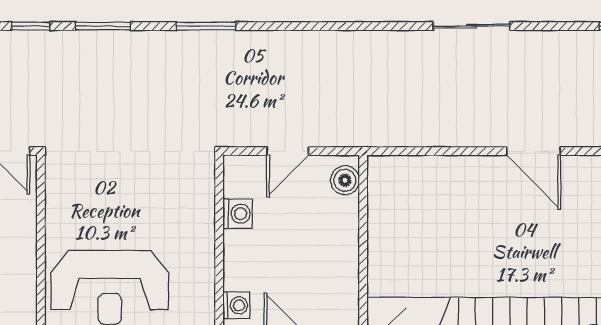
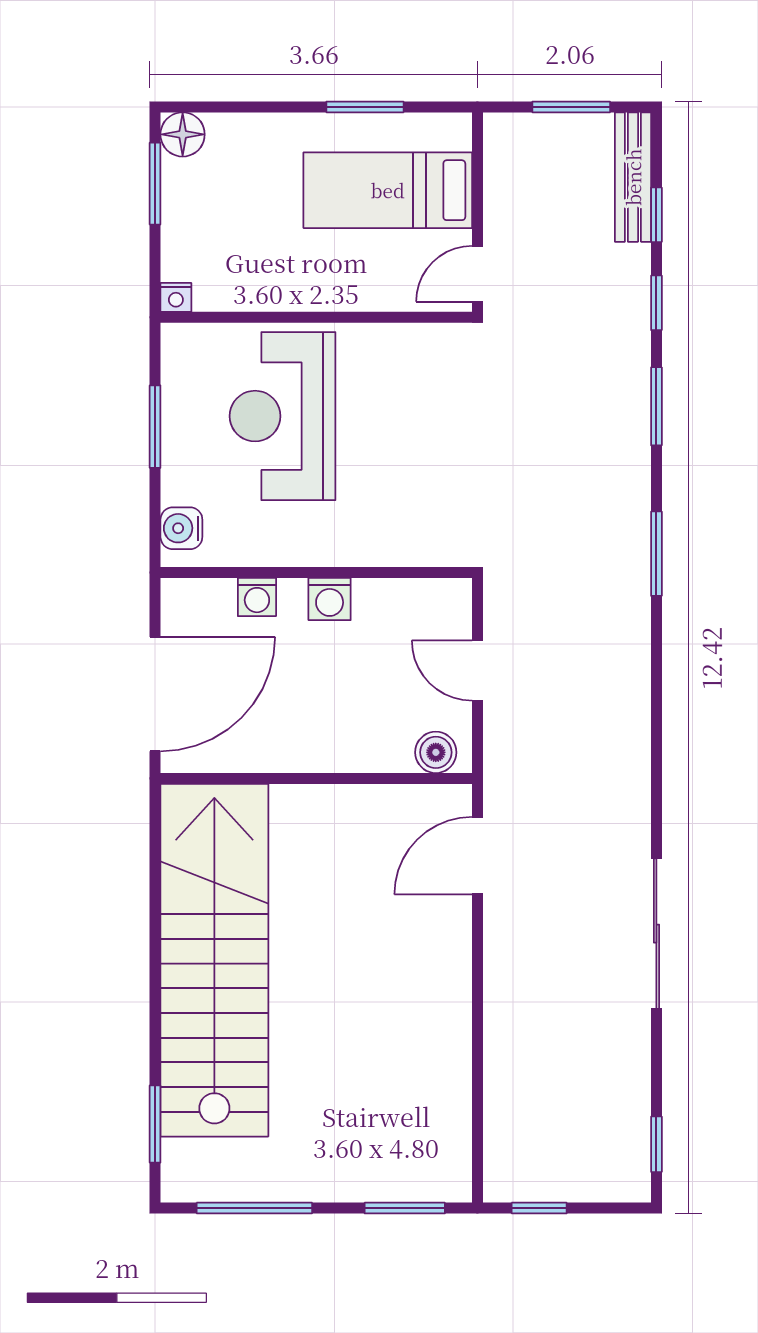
sliding door: (472, 26) -> (656, 934), width x1.37
door: (534, 151) -> (477, 856), moved
washing machine: (238, 214) -> (330, 599), moved

